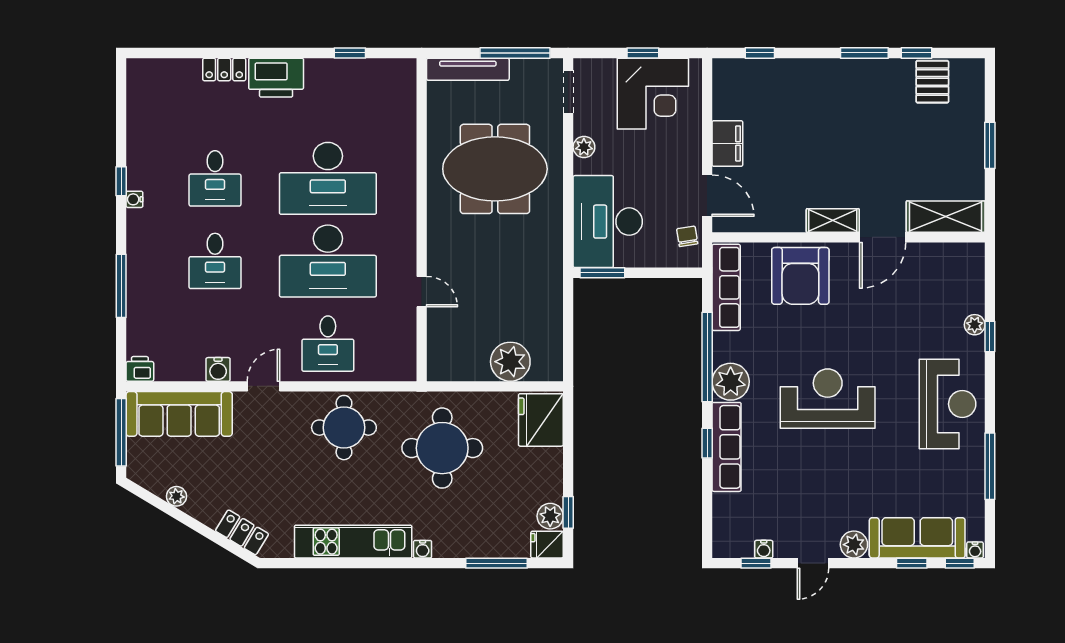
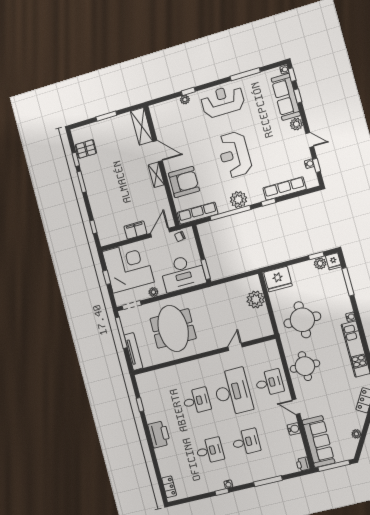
locker: (224, 69) -> (169, 487), moved
corner desk: (653, 94) -> (128, 267), width x1.36, depth x1.36
desk: (328, 178) -> (197, 401), width x0.53, depth x0.77
row of seats: (727, 447) -> (285, 189), moved

